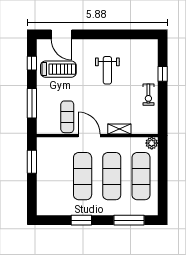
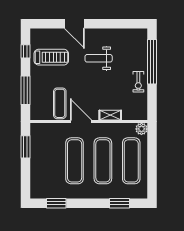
door: (61, 34) -> (74, 24), moved
weight bench: (107, 70) -> (99, 58), turned 90
window: (163, 74) -> (152, 62), width x3.17
window: (81, 220) -> (56, 203), moved
window: (129, 220) -> (119, 203), width x0.69

